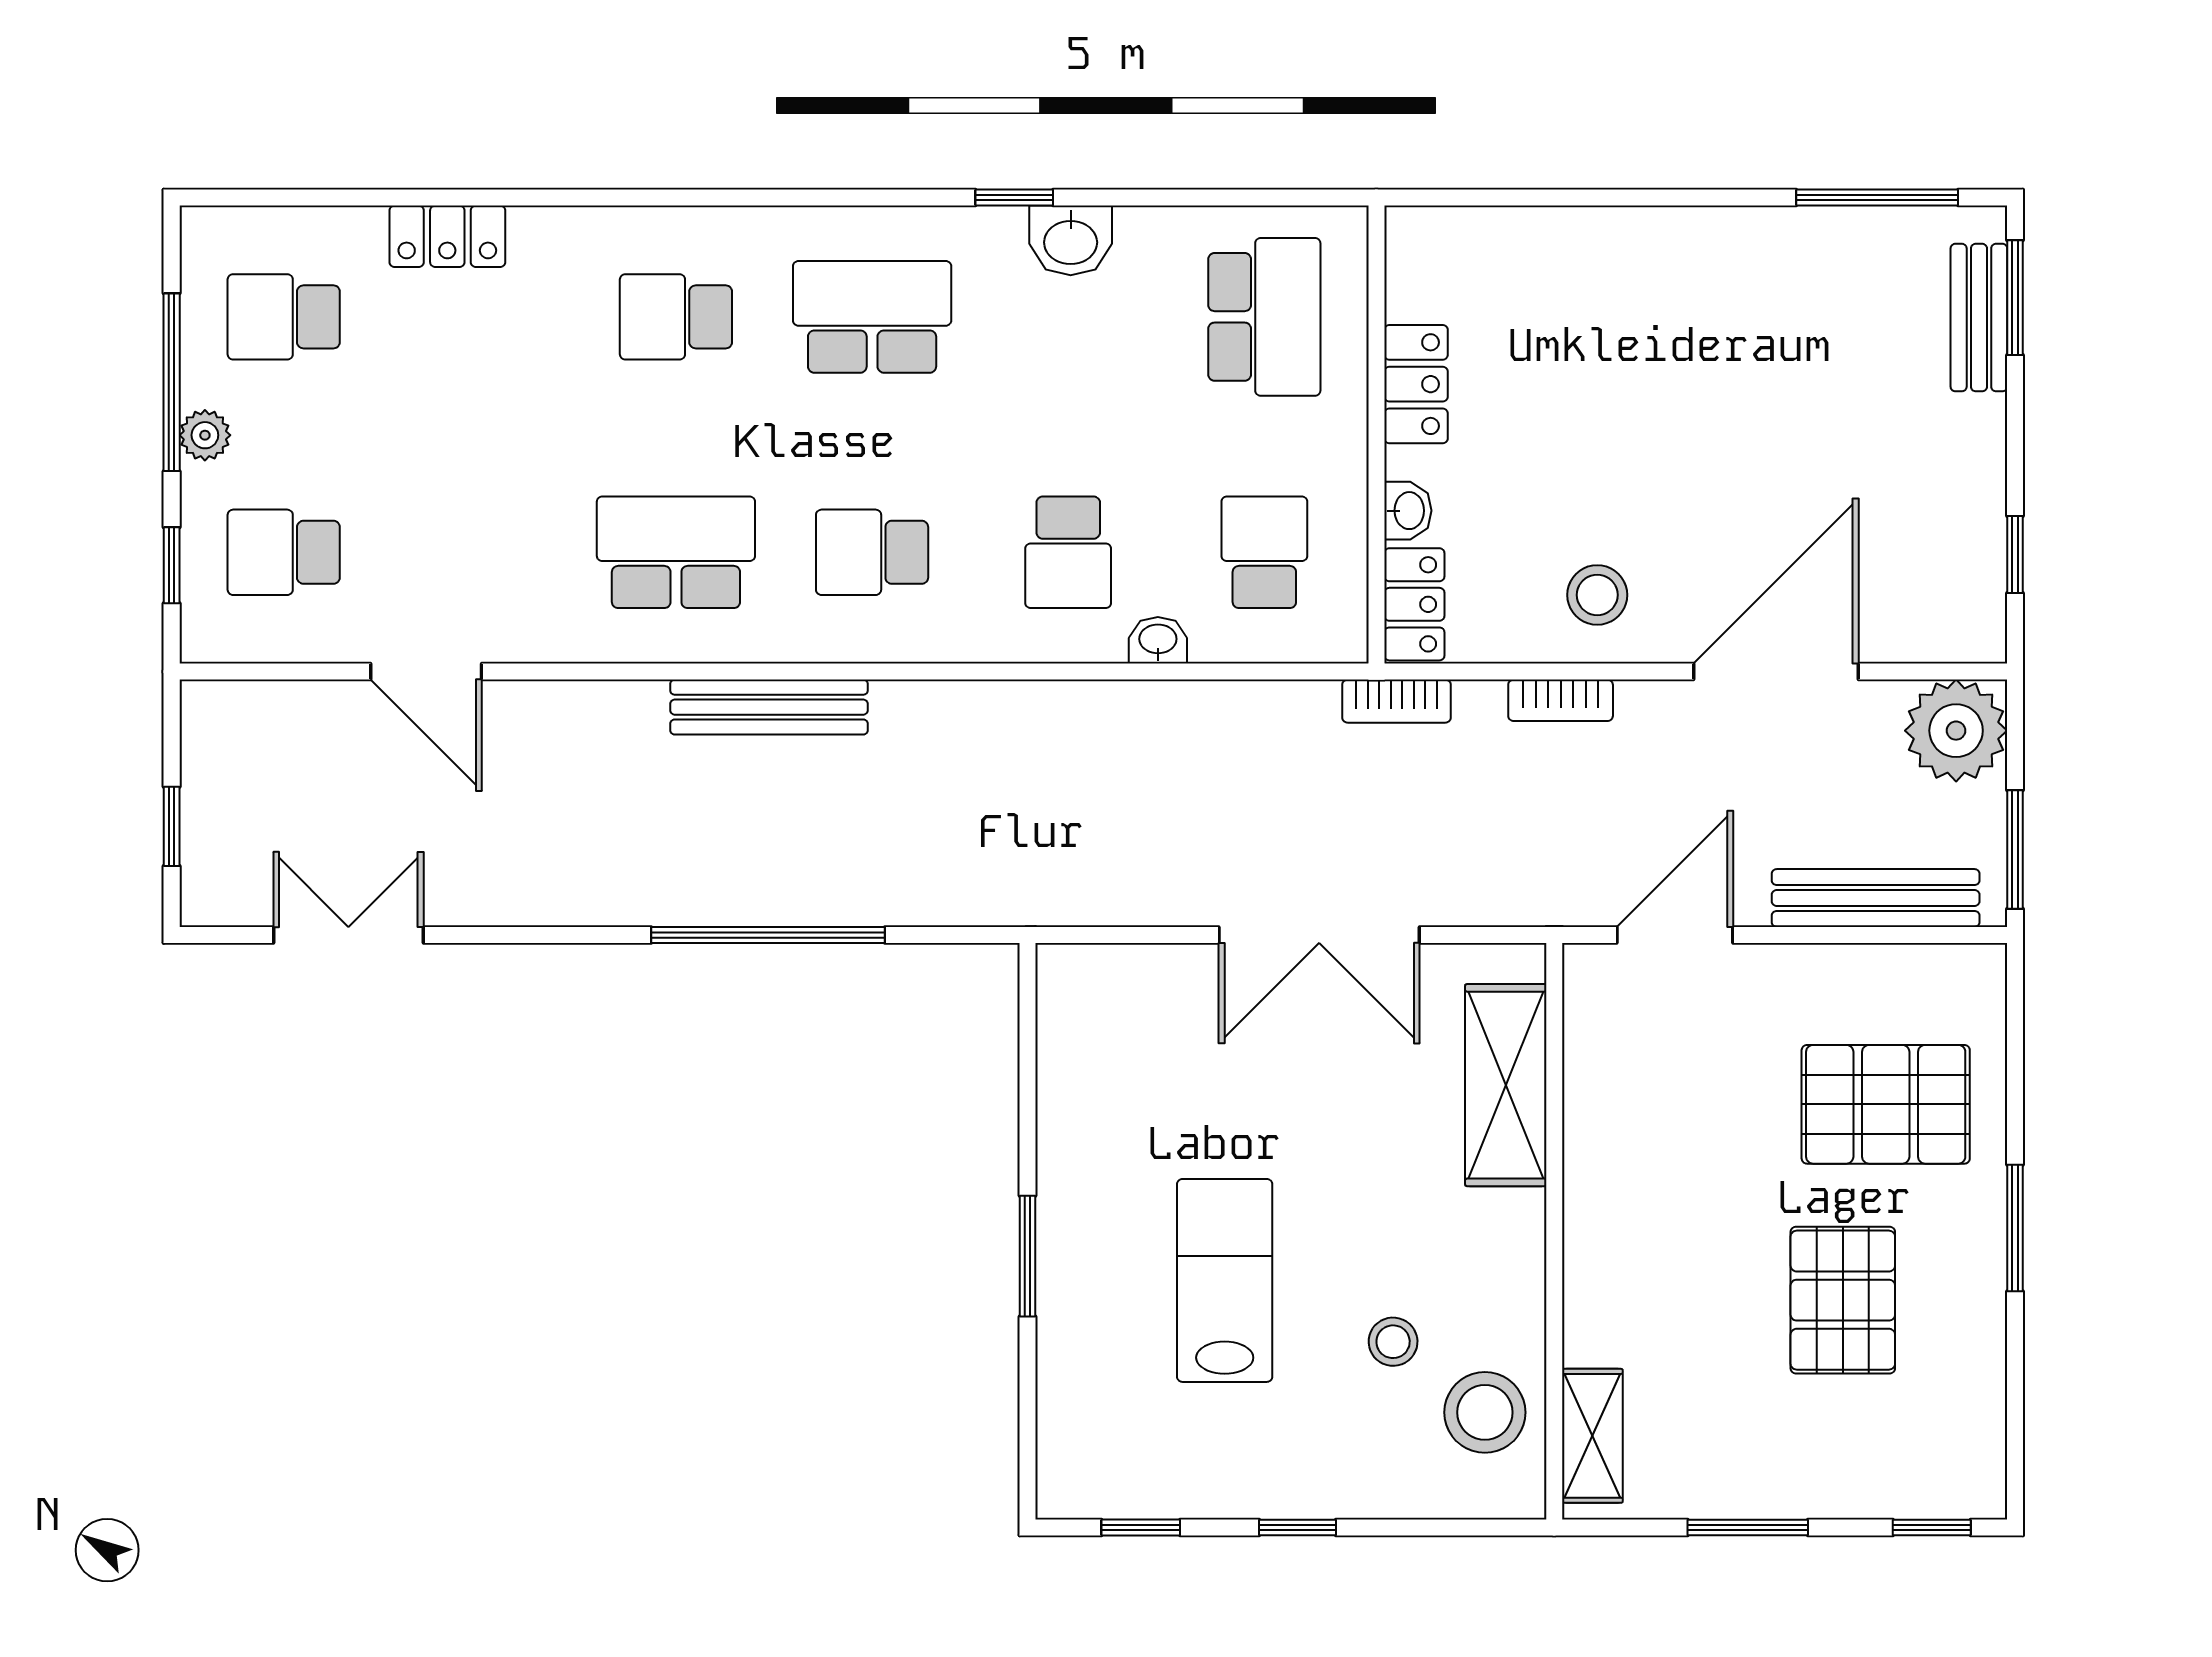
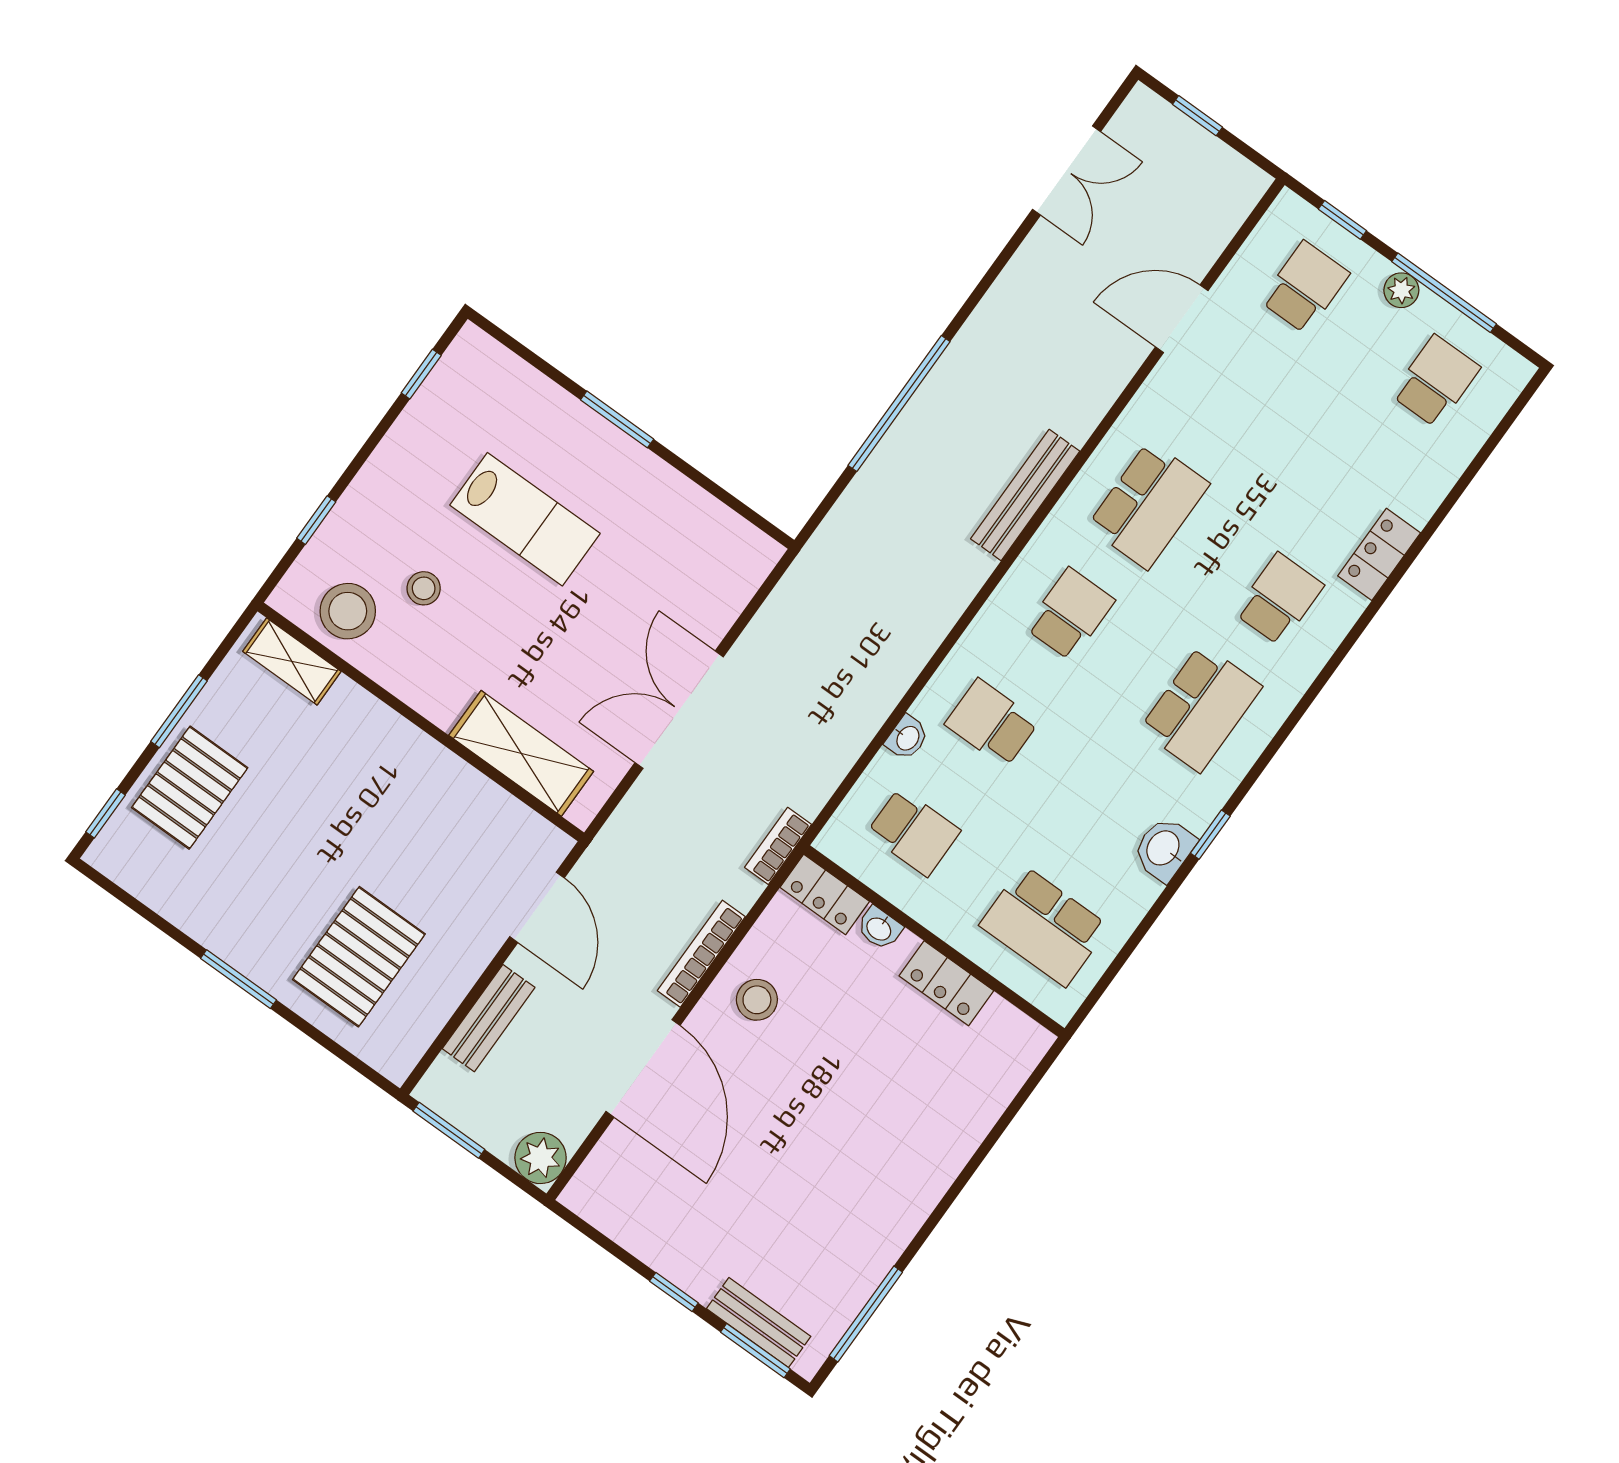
locker: (447, 236) -> (1379, 554), moved
window: (2015, 554) -> (674, 1292), moved
bookcase: (1561, 700) -> (701, 954), width x1.56
plant: (1956, 731) -> (541, 1158), width x0.73, depth x0.73
bench: (1876, 898) -> (489, 1018), width x0.73
pallet: (1843, 1300) -> (190, 788), moved, turned 90
window: (1298, 1527) -> (316, 520), moved

